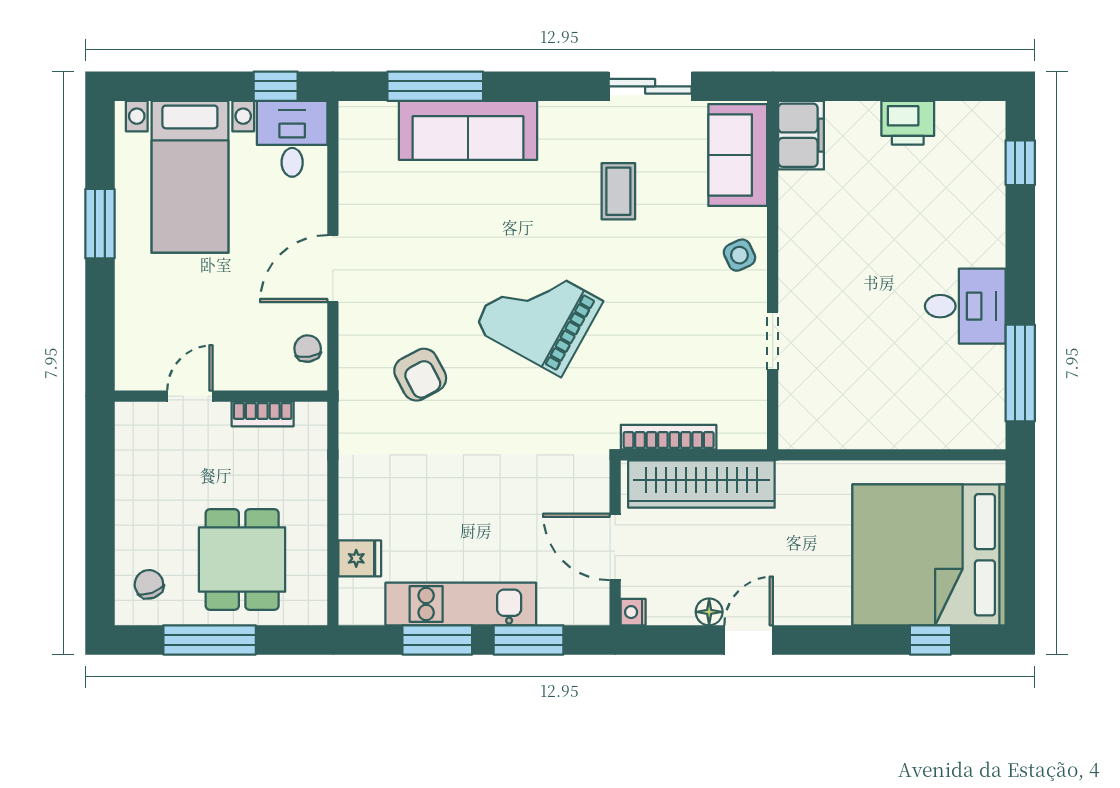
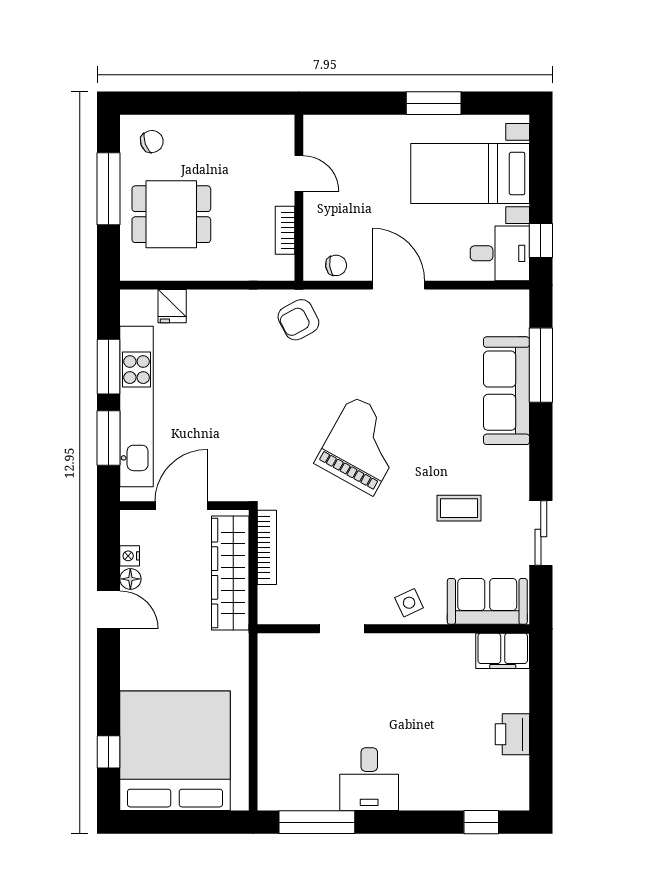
armchair: (420, 375) -> (298, 320), moved
kitchen unit: (461, 604) -> (137, 406), width x1.36
nightstand: (633, 612) -> (130, 556), moved, turned -90

